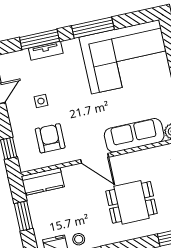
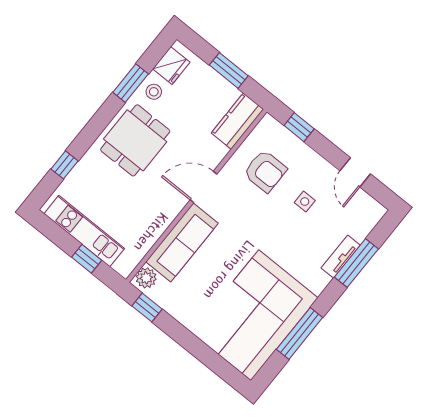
window: (93, 28) -> (300, 333), moved
dining table: (132, 202) -> (135, 140), moved

